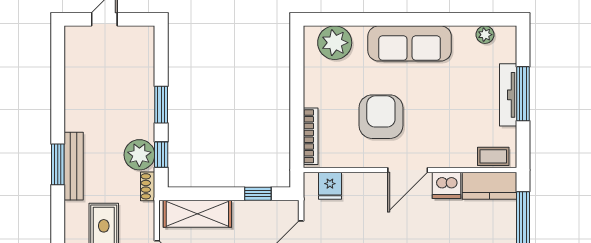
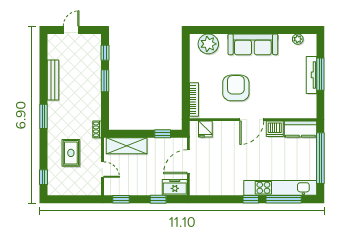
plant: (139, 155) -> (92, 111), removed
window: (161, 155) -> (105, 53), moved
coffee table: (493, 156) -> (303, 112), removed
bench: (74, 166) -> (53, 80), moved

